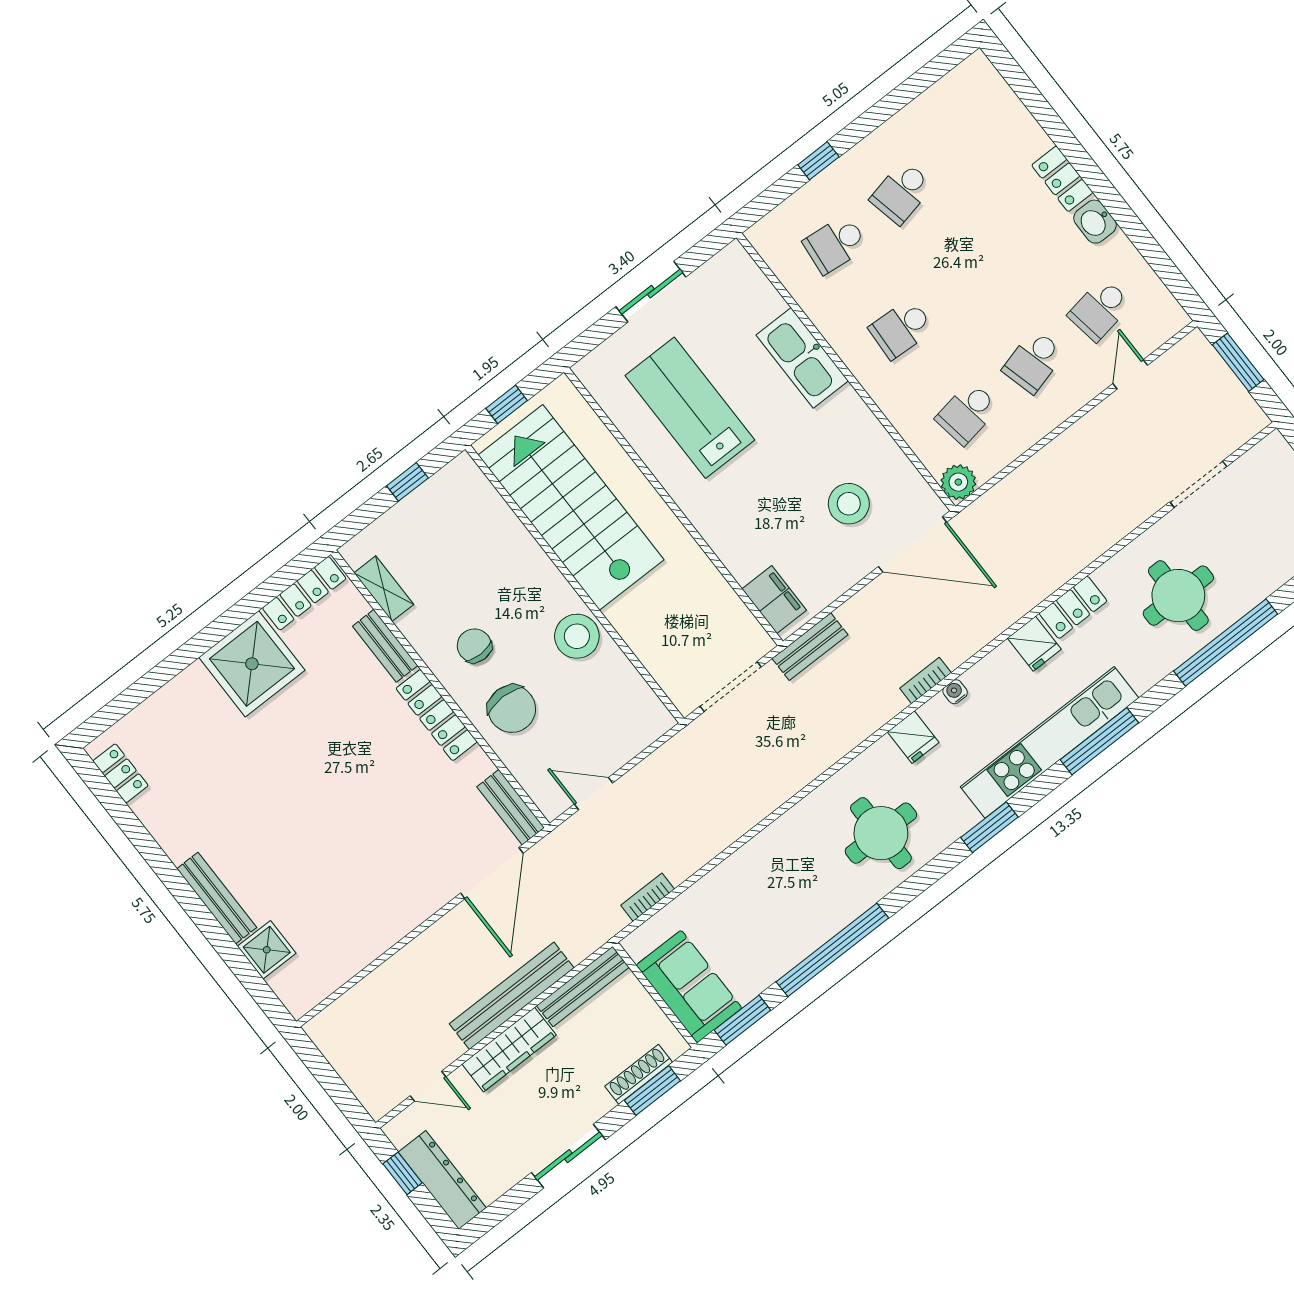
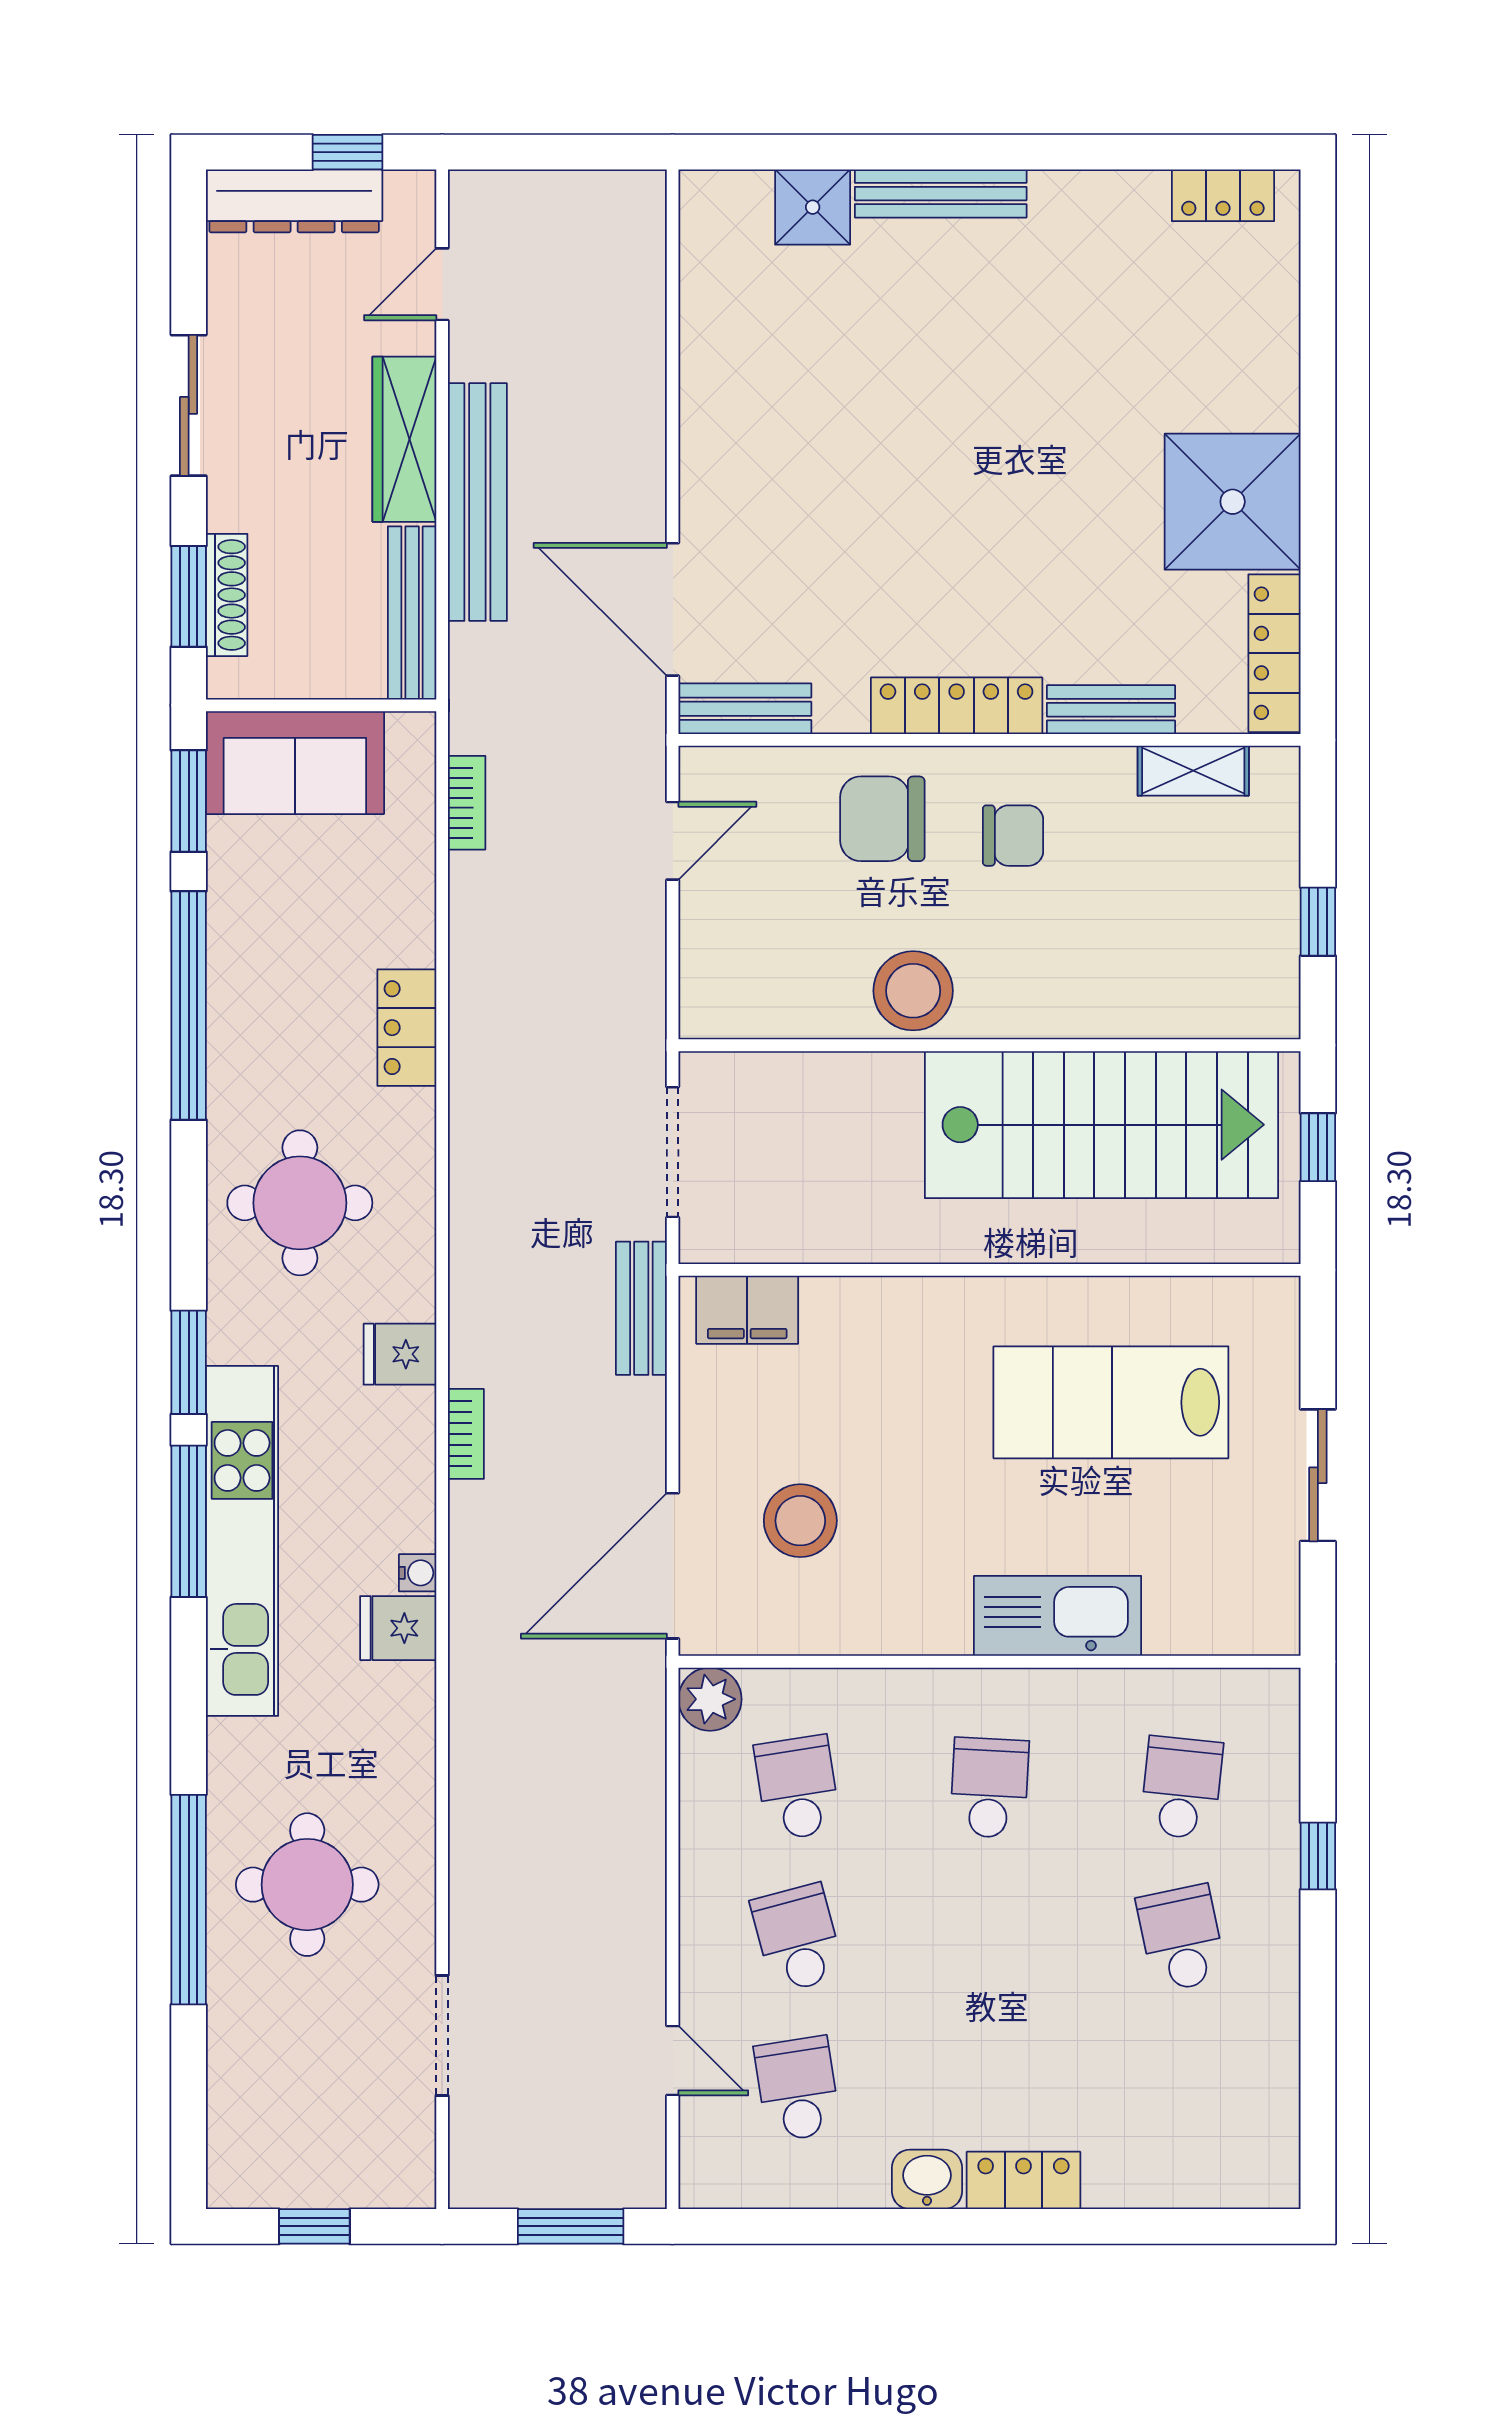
lab bench: (690, 408) -> (1111, 1402), turned 180
locker: (1073, 607) -> (407, 1028), moved
water cooler: (955, 692) -> (418, 1573), moved
window: (1099, 741) -> (189, 1521), moved

